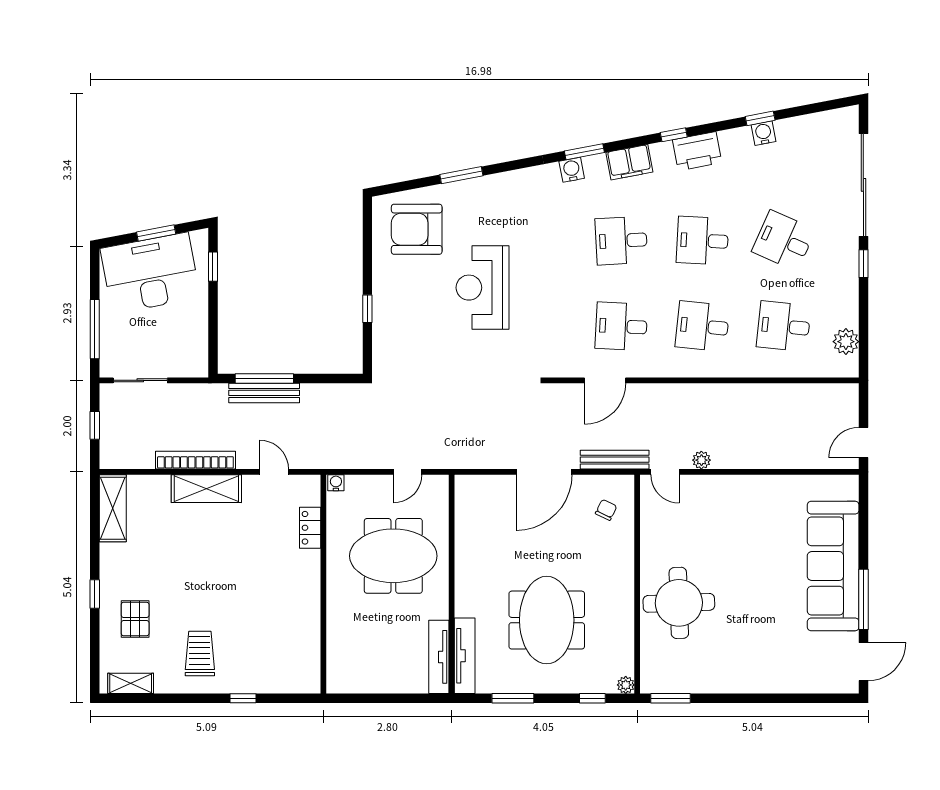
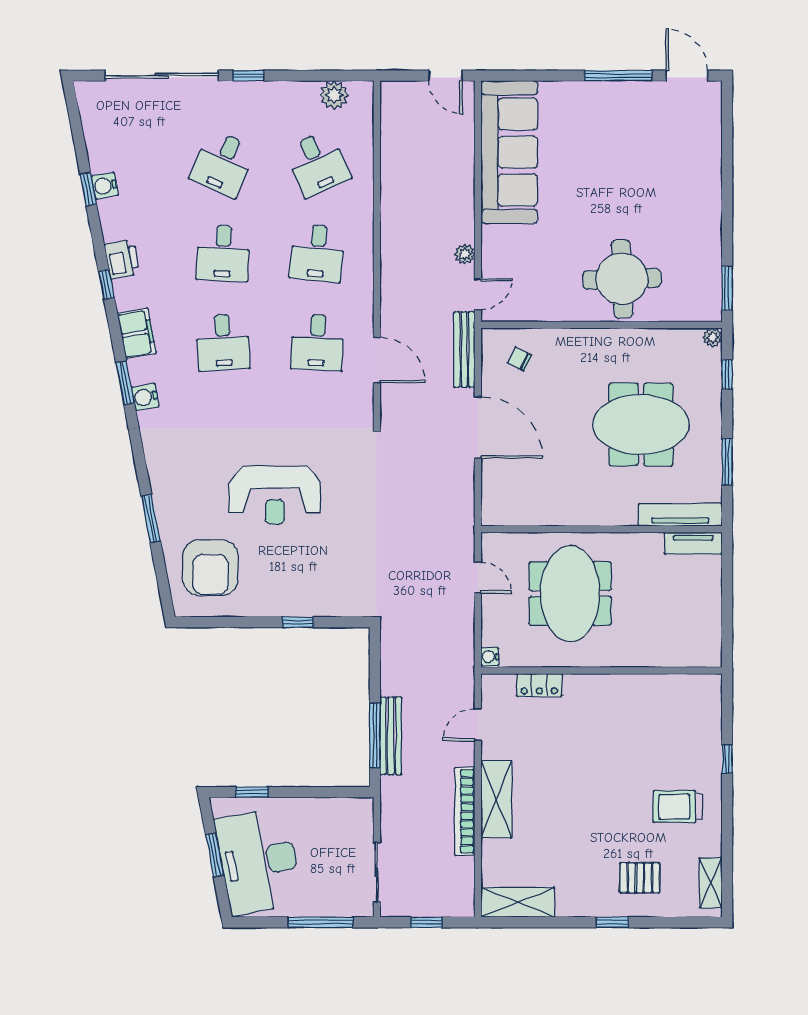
printer: (697, 151) -> (122, 259), width x0.73, depth x0.84
desk: (784, 326) -> (317, 163), turned -30
sofa: (833, 566) -> (509, 152), moved, turned -90
tv unit: (439, 657) -> (693, 543), width x0.71

